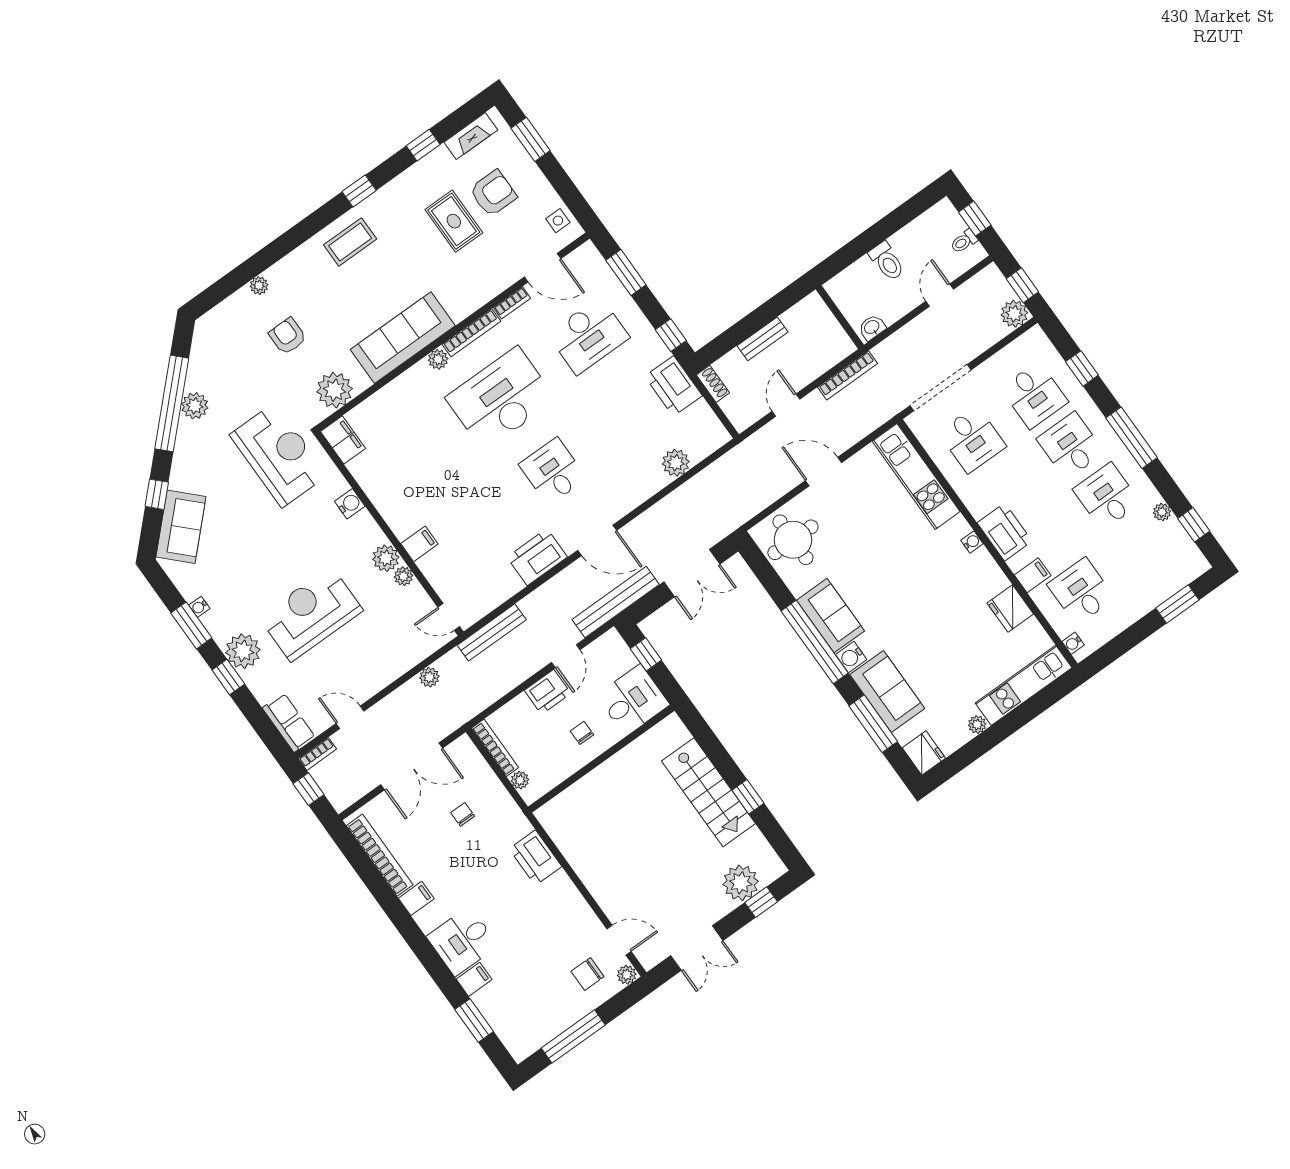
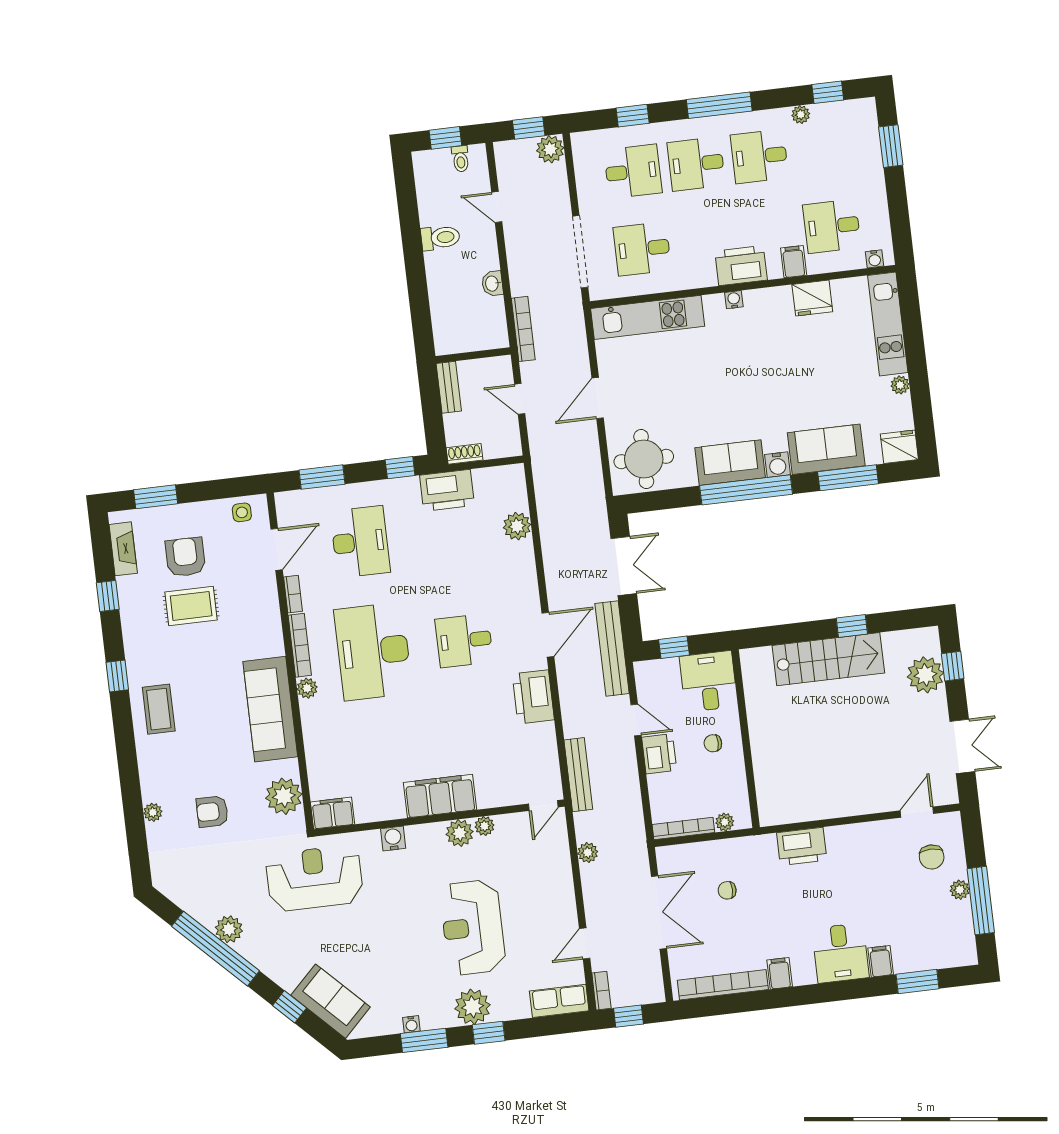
wall: (840, 317) -> (473, 355), moved
desk: (972, 439) -> (642, 249), turned 180
filing cabinet: (419, 544) -> (440, 796), width x3.00, depth x1.17
plant: (627, 975) -> (960, 890), moved

